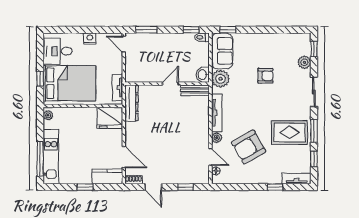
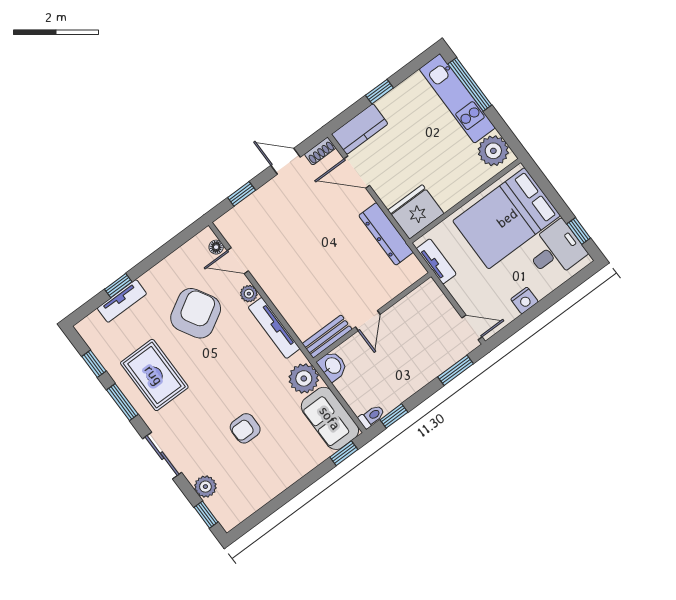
window: (40, 79) -> (579, 231), moved
dresser: (132, 103) -> (386, 234), moved
plant: (48, 115) -> (493, 151), width x1.87, depth x1.87
rug: (289, 132) -> (154, 375), turned 90
tv unit: (297, 178) -> (122, 301), moved

